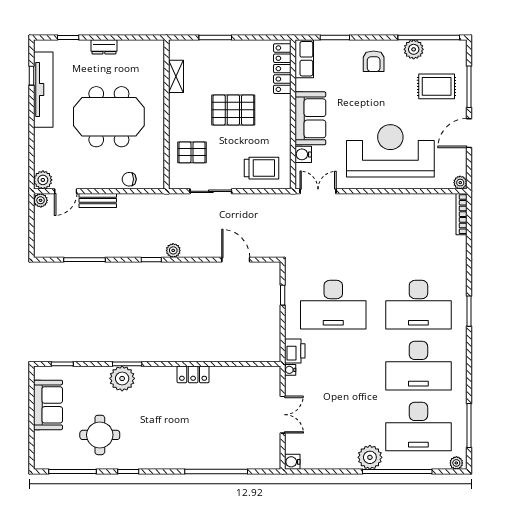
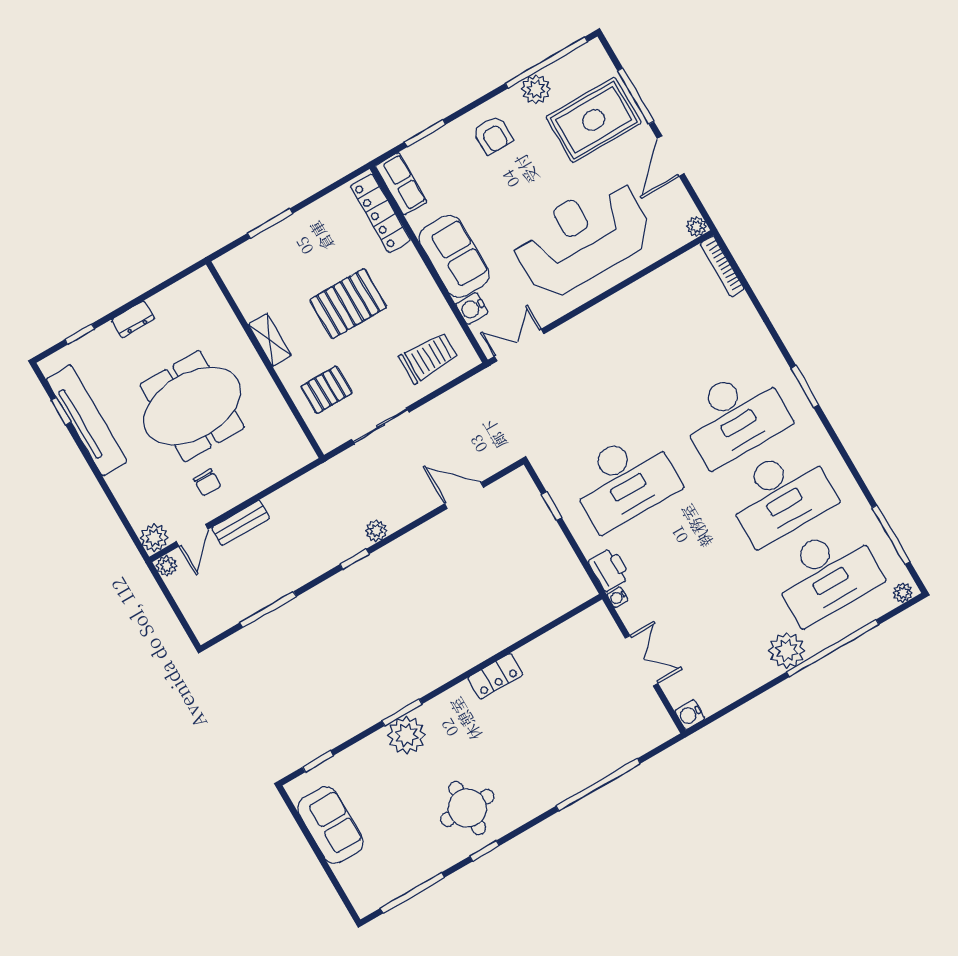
shelving: (176, 76) -> (270, 340), moved
rug: (437, 86) -> (594, 120), width x1.36, depth x1.43
chair: (129, 179) -> (207, 482), moved, turned -90
round table: (100, 435) -> (467, 808), moved

